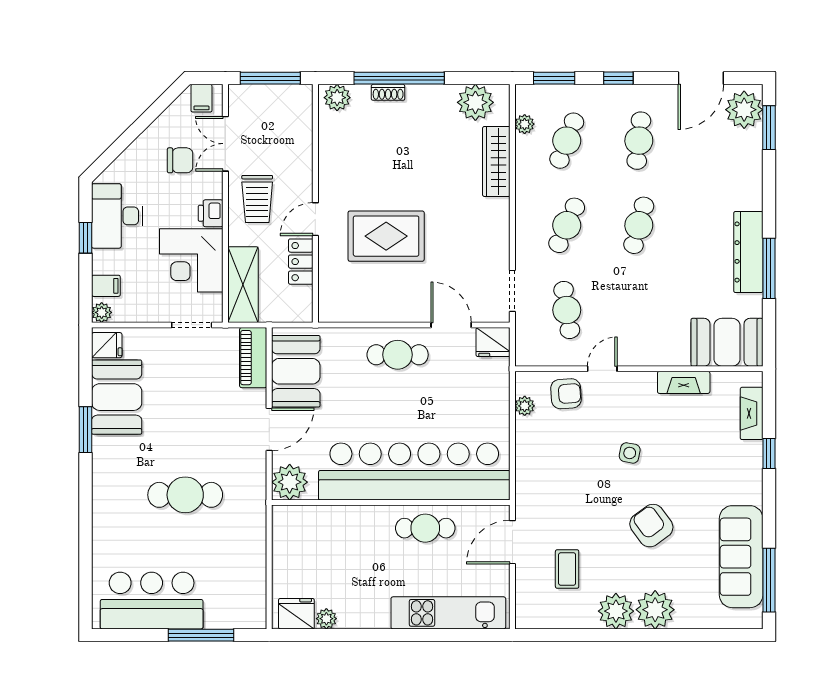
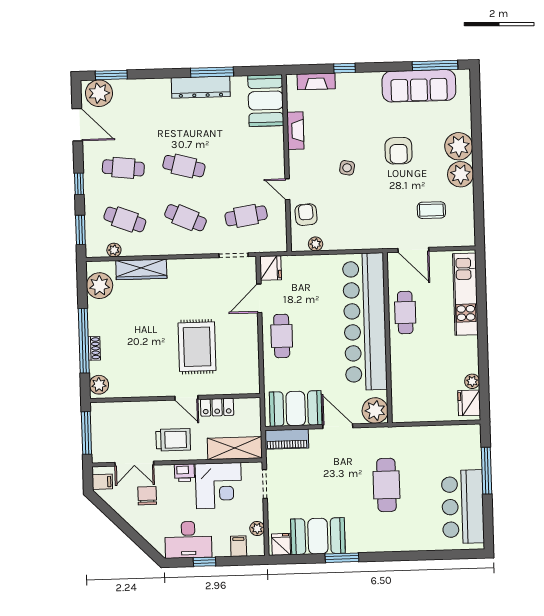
plant: (102, 312) -> (257, 528), moved
armchair: (651, 526) -> (399, 151), turned -54

